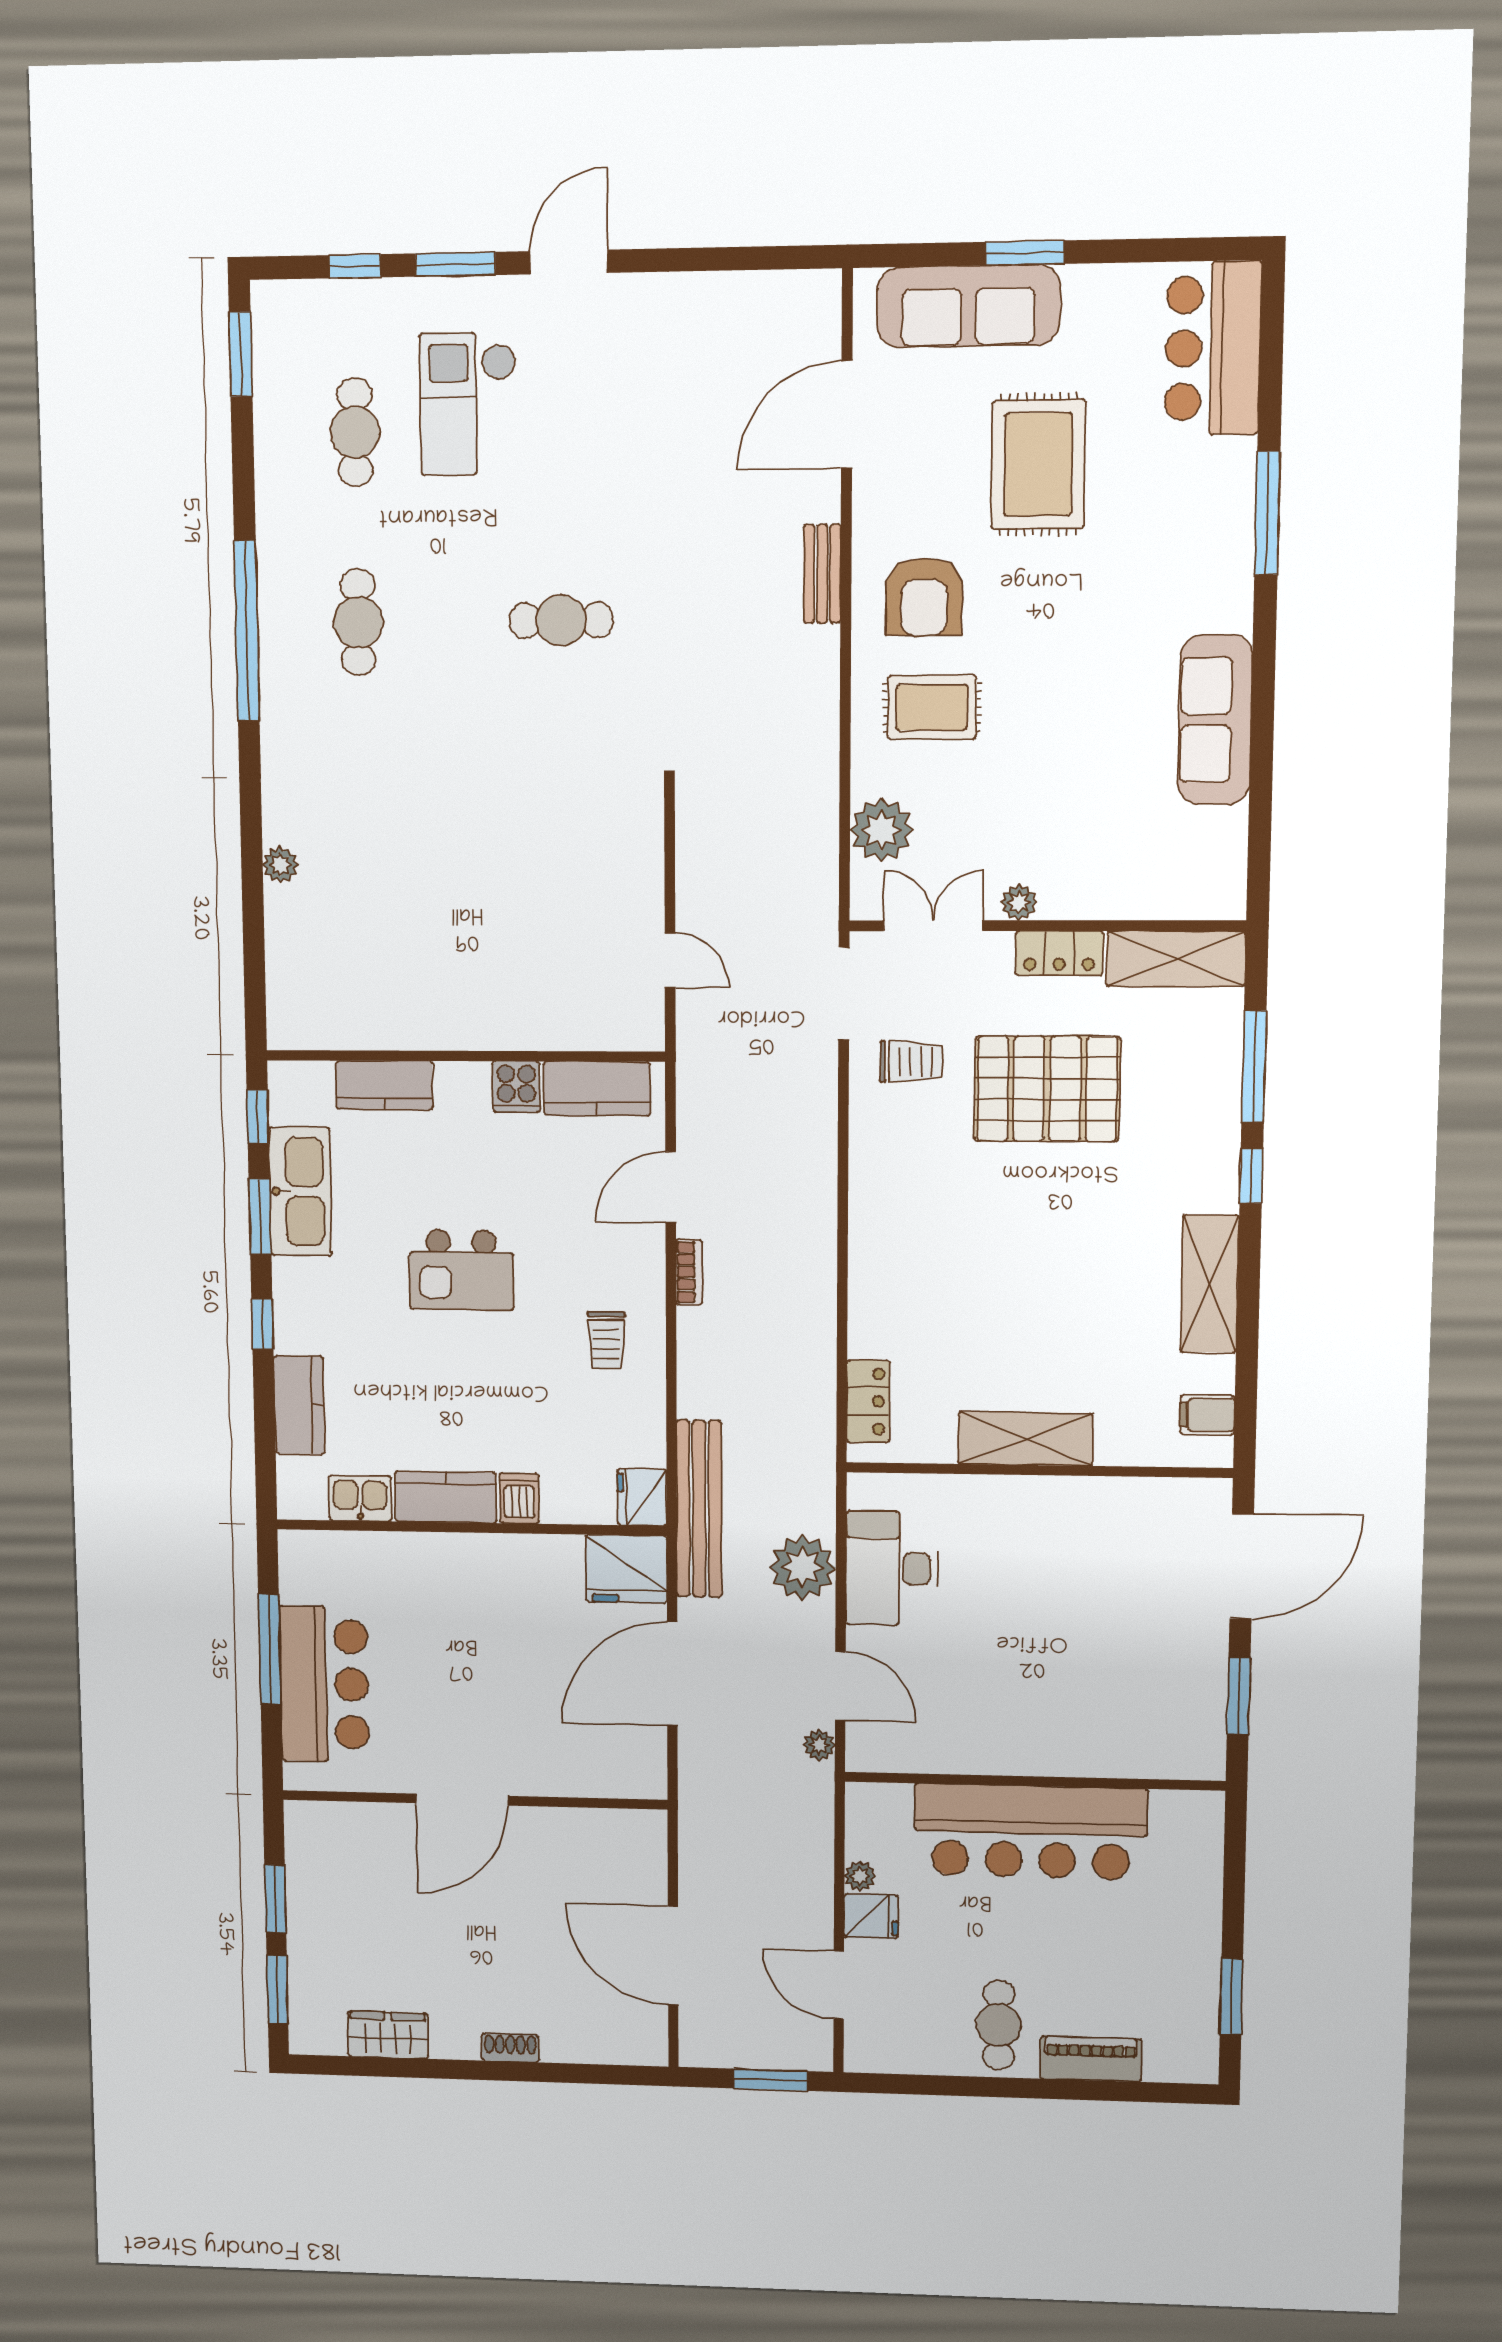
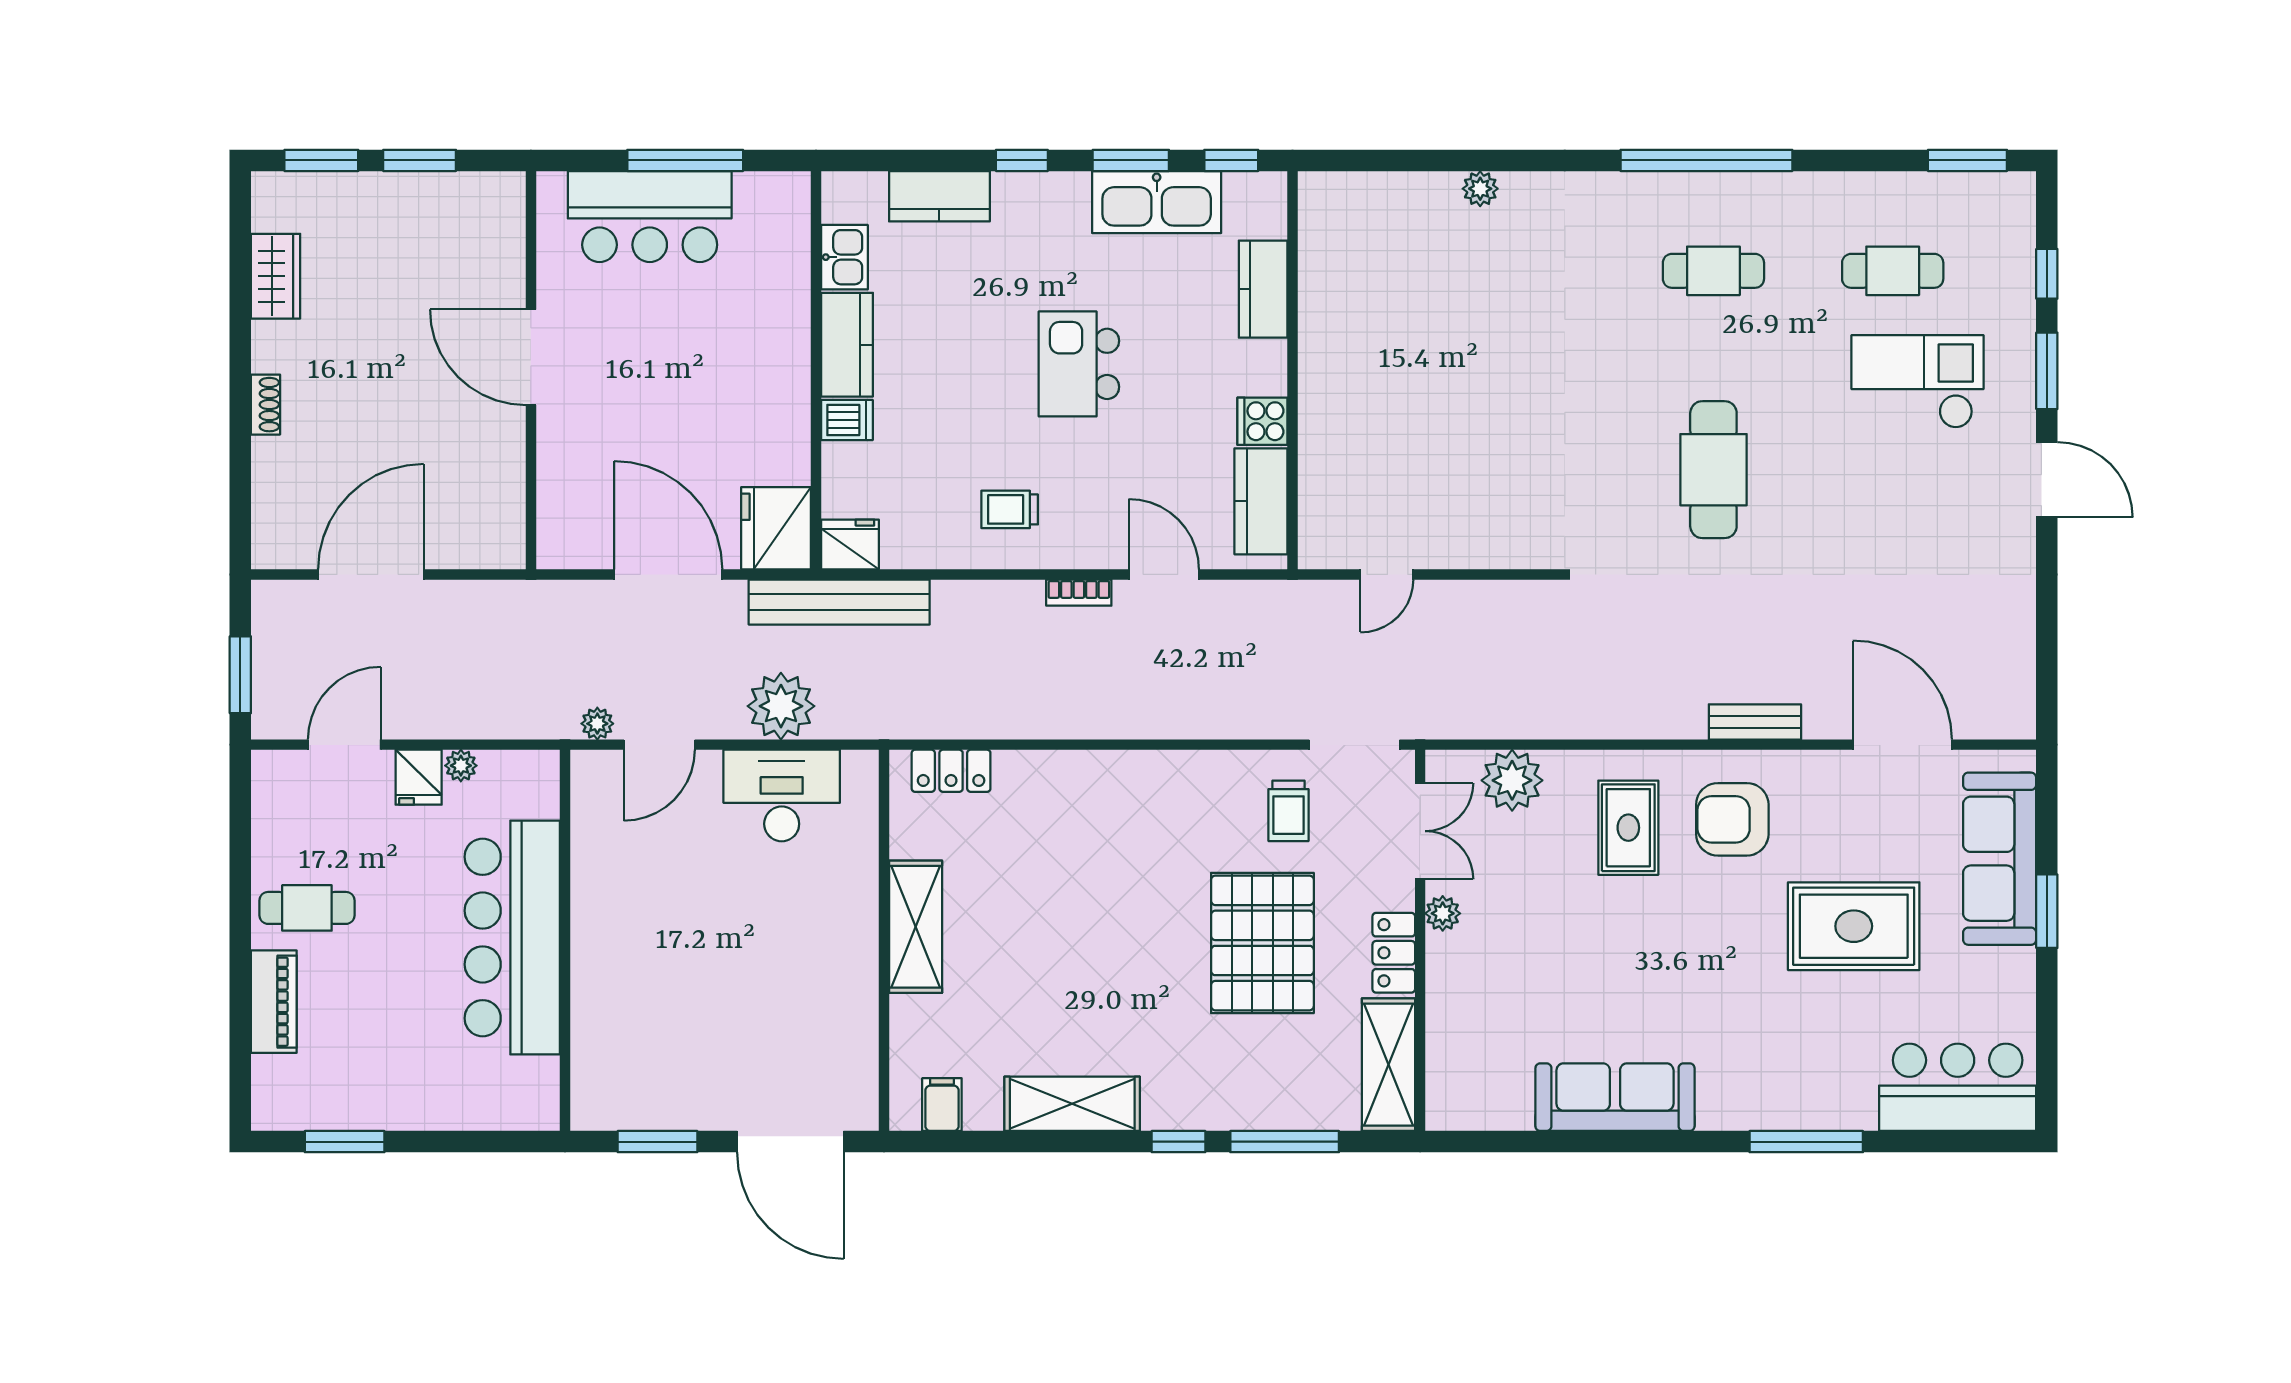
cafe table: (561, 620) -> (1713, 470), width x1.37, depth x1.35

